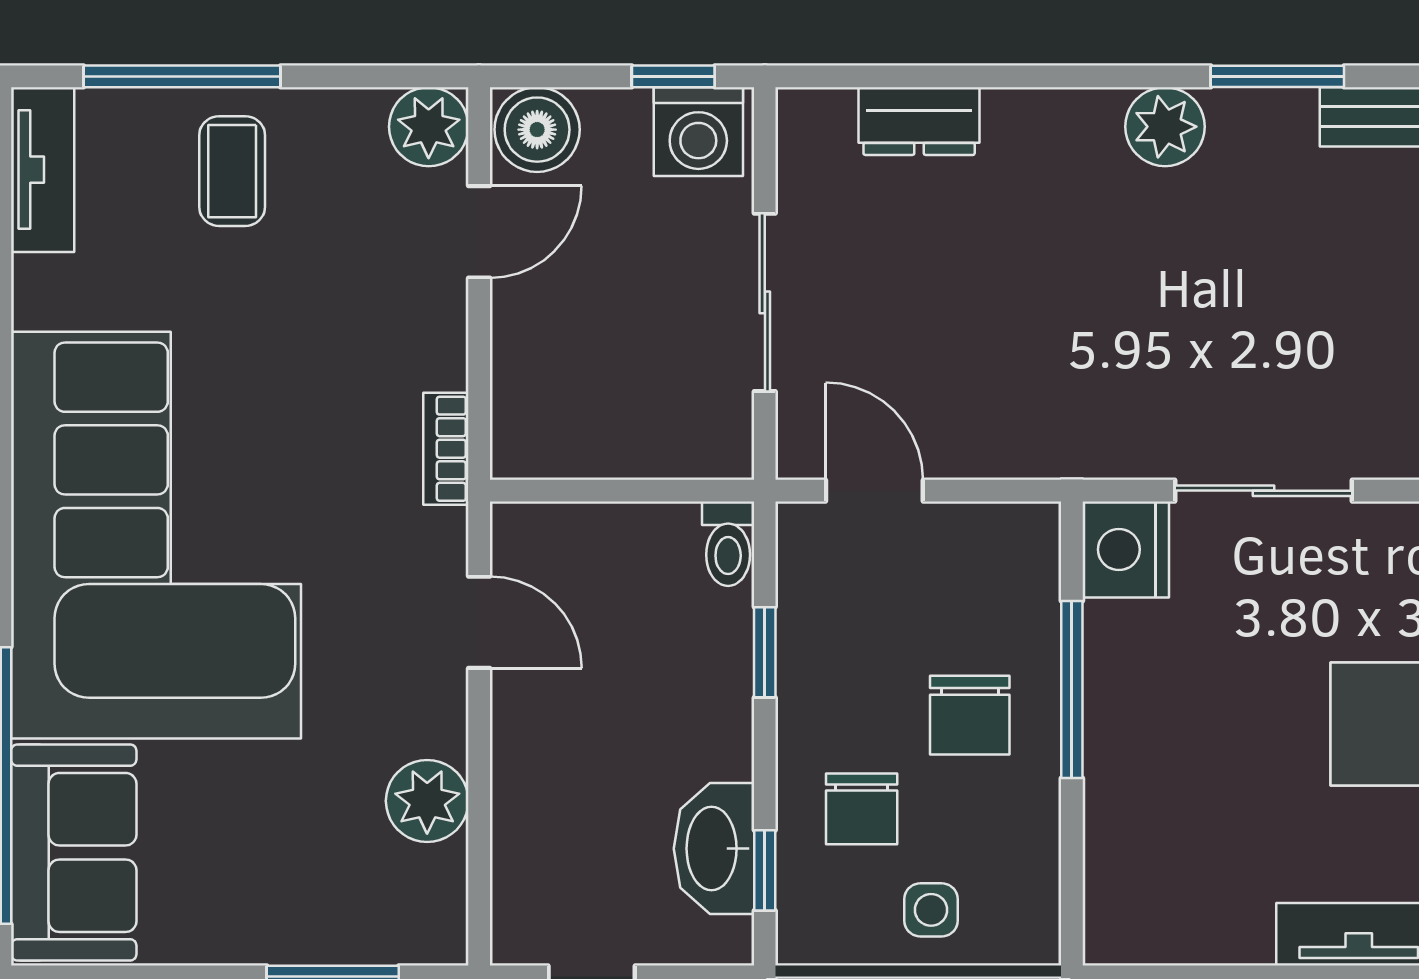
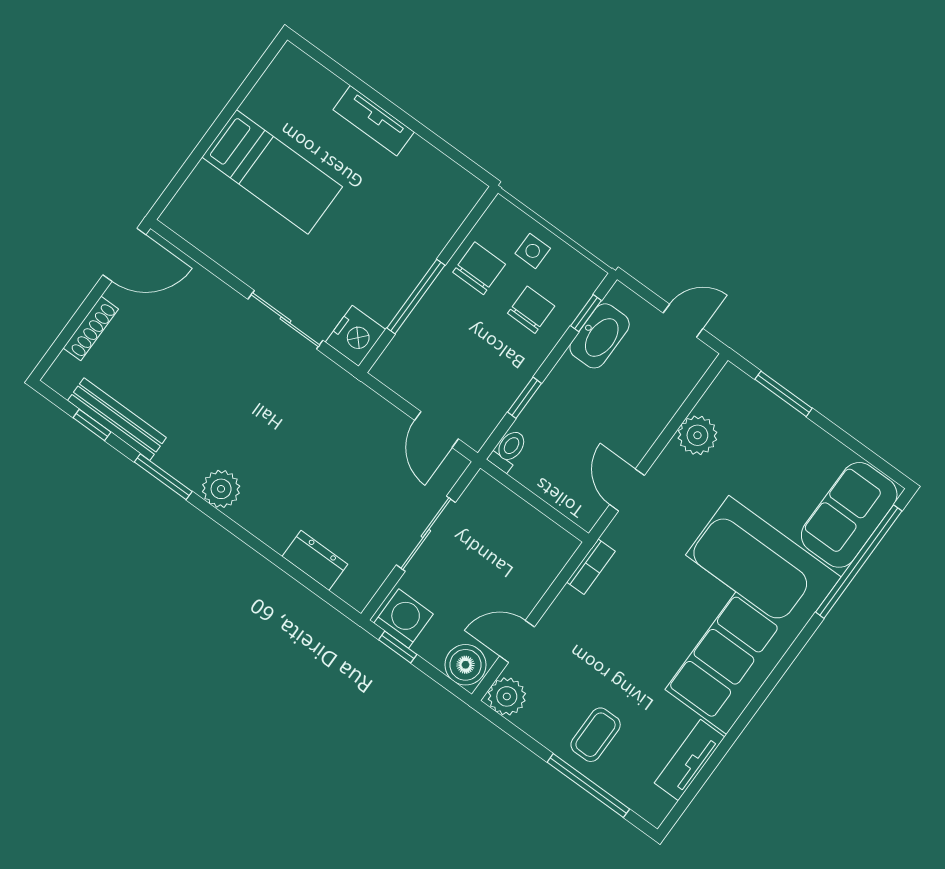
tv unit: (43, 170) -> (690, 760), moved
chair: (970, 715) -> (479, 268), moved

